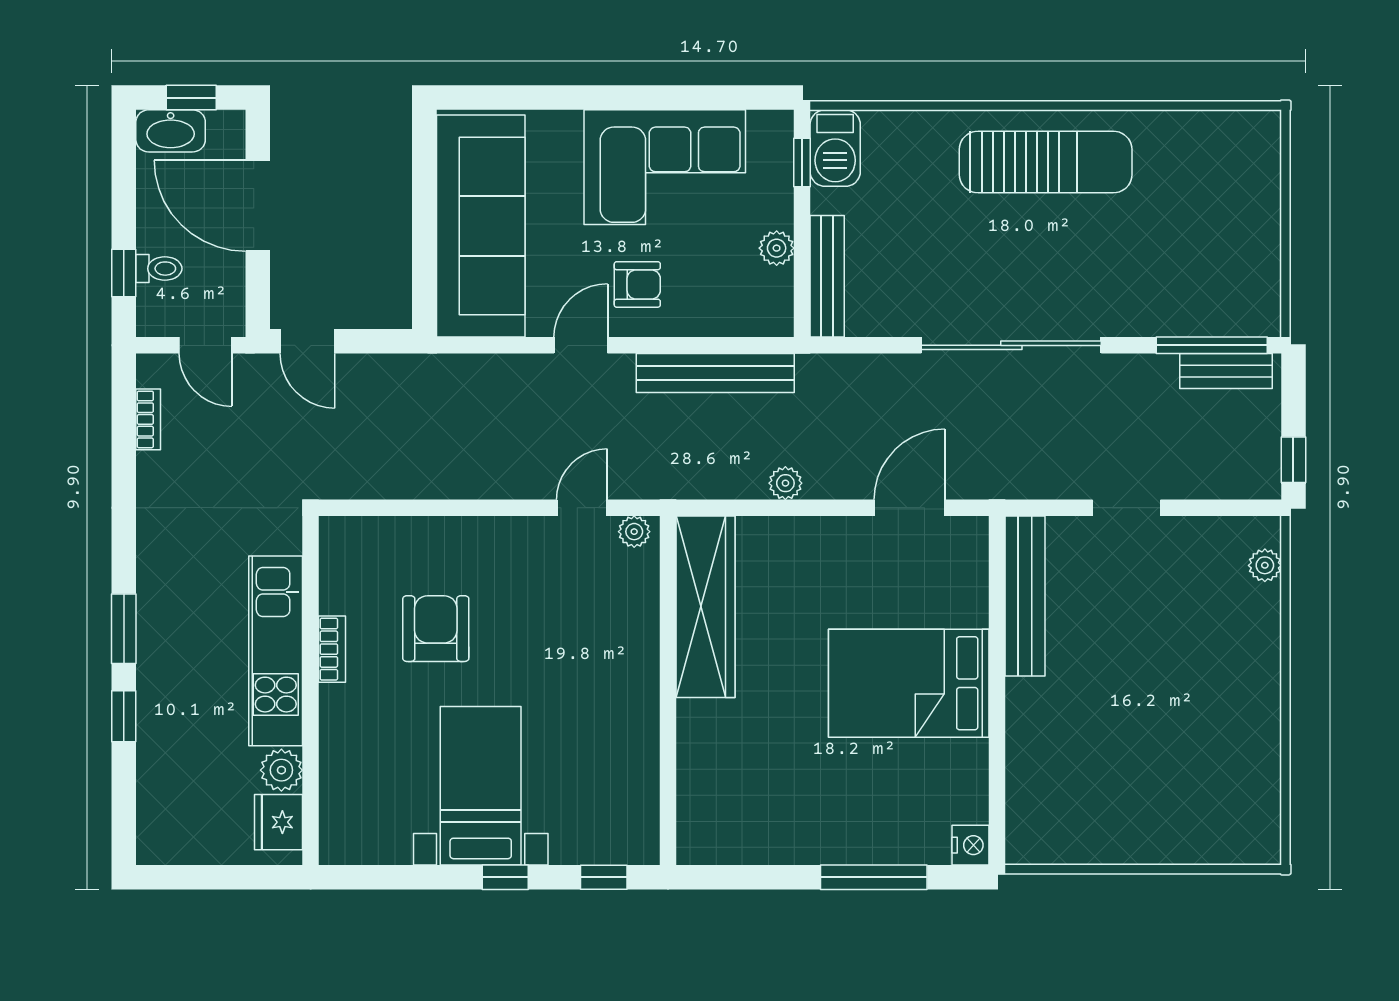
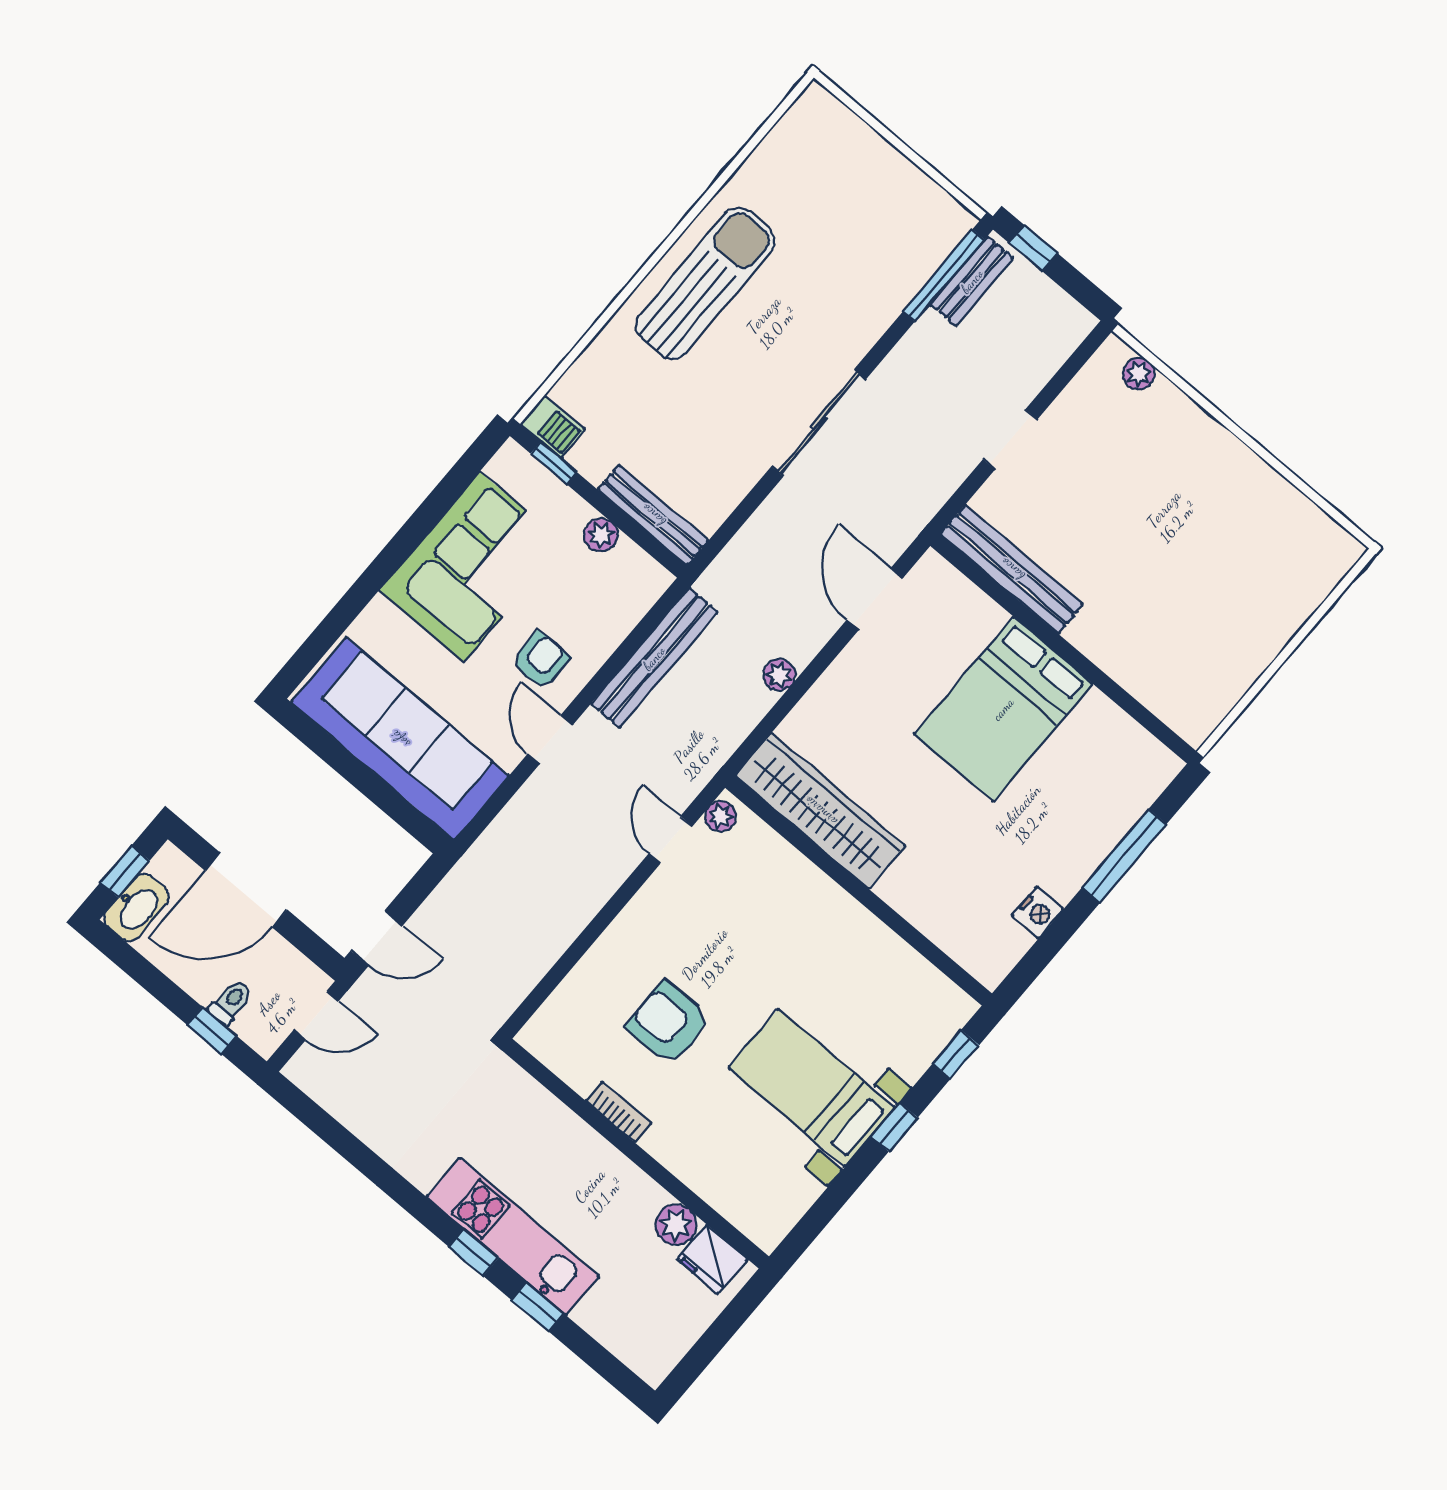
barbecue: (835, 148) -> (553, 427), width x0.73, depth x0.79
sliding door: (1011, 345) -> (819, 423), width x0.73
bookcase: (148, 419) -> (335, 1104), removed
window: (1293, 460) -> (1033, 248), moved
window: (124, 629) -> (474, 1252), width x0.67
kitchen unit: (276, 651) -> (513, 1236), moved, turned 180
nightstand: (970, 845) -> (1038, 912), moved, turned 90

